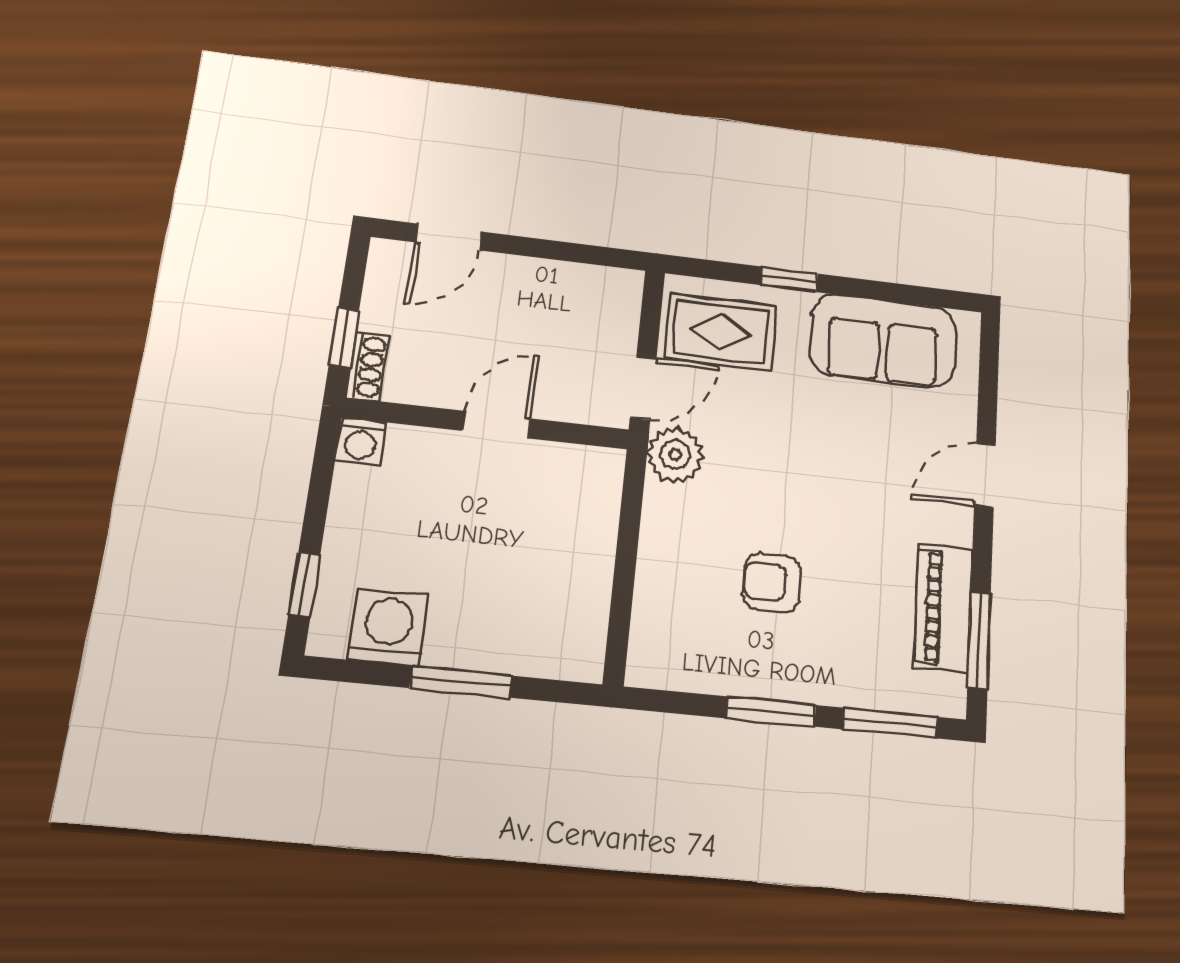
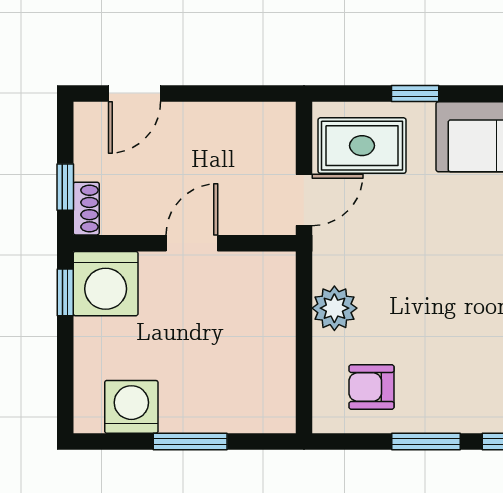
washing machine: (361, 441) -> (106, 284), width x1.89, depth x1.89
plant: (675, 455) -> (334, 308), moved
armchair: (772, 582) -> (372, 387), moved
window: (304, 584) -> (65, 292), moved

